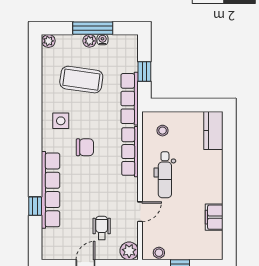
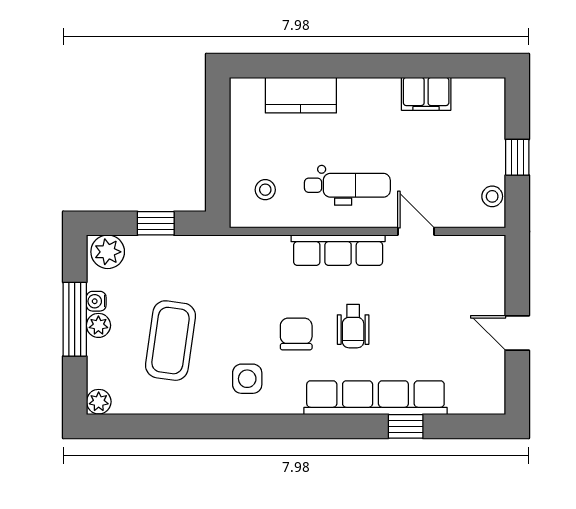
row of seats: (130, 99) -> (206, 251), removed
kitchen counter: (213, 130) -> (301, 95), moved
row of seats: (130, 152) -> (338, 250), moved
wheelchair: (102, 228) -> (353, 326), moved, turned -90
plant: (129, 251) -> (108, 252), moved

